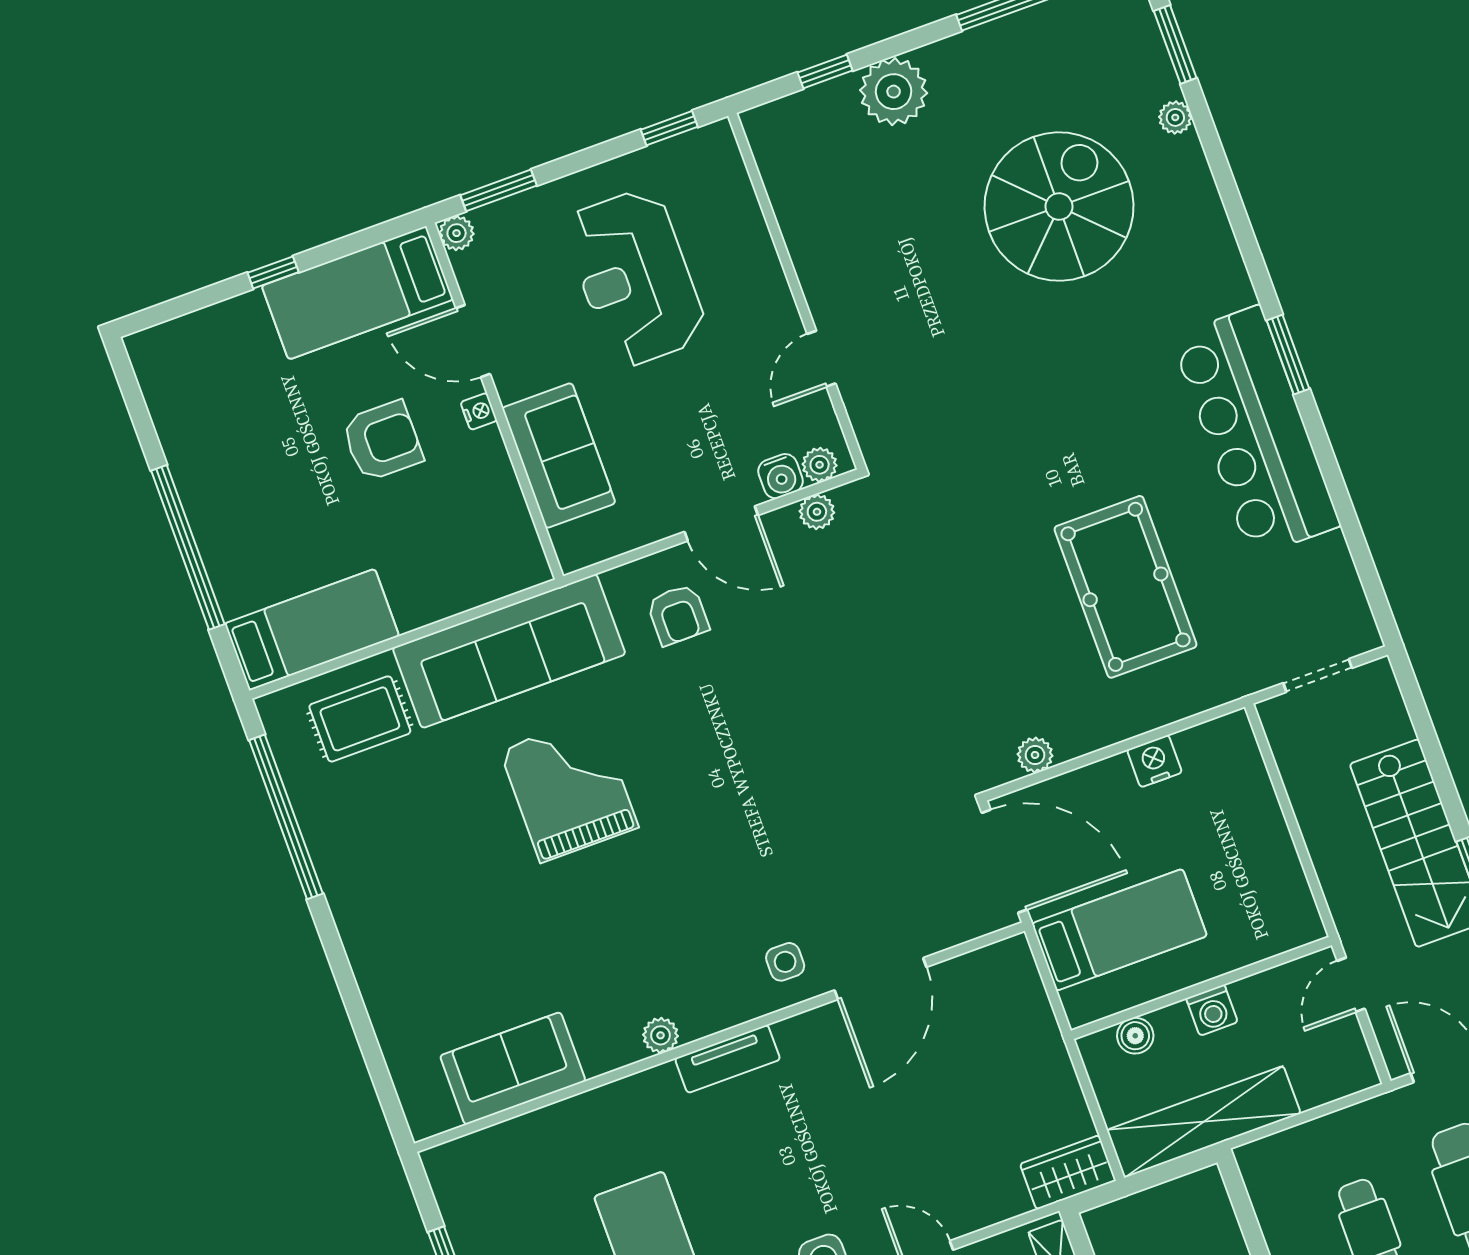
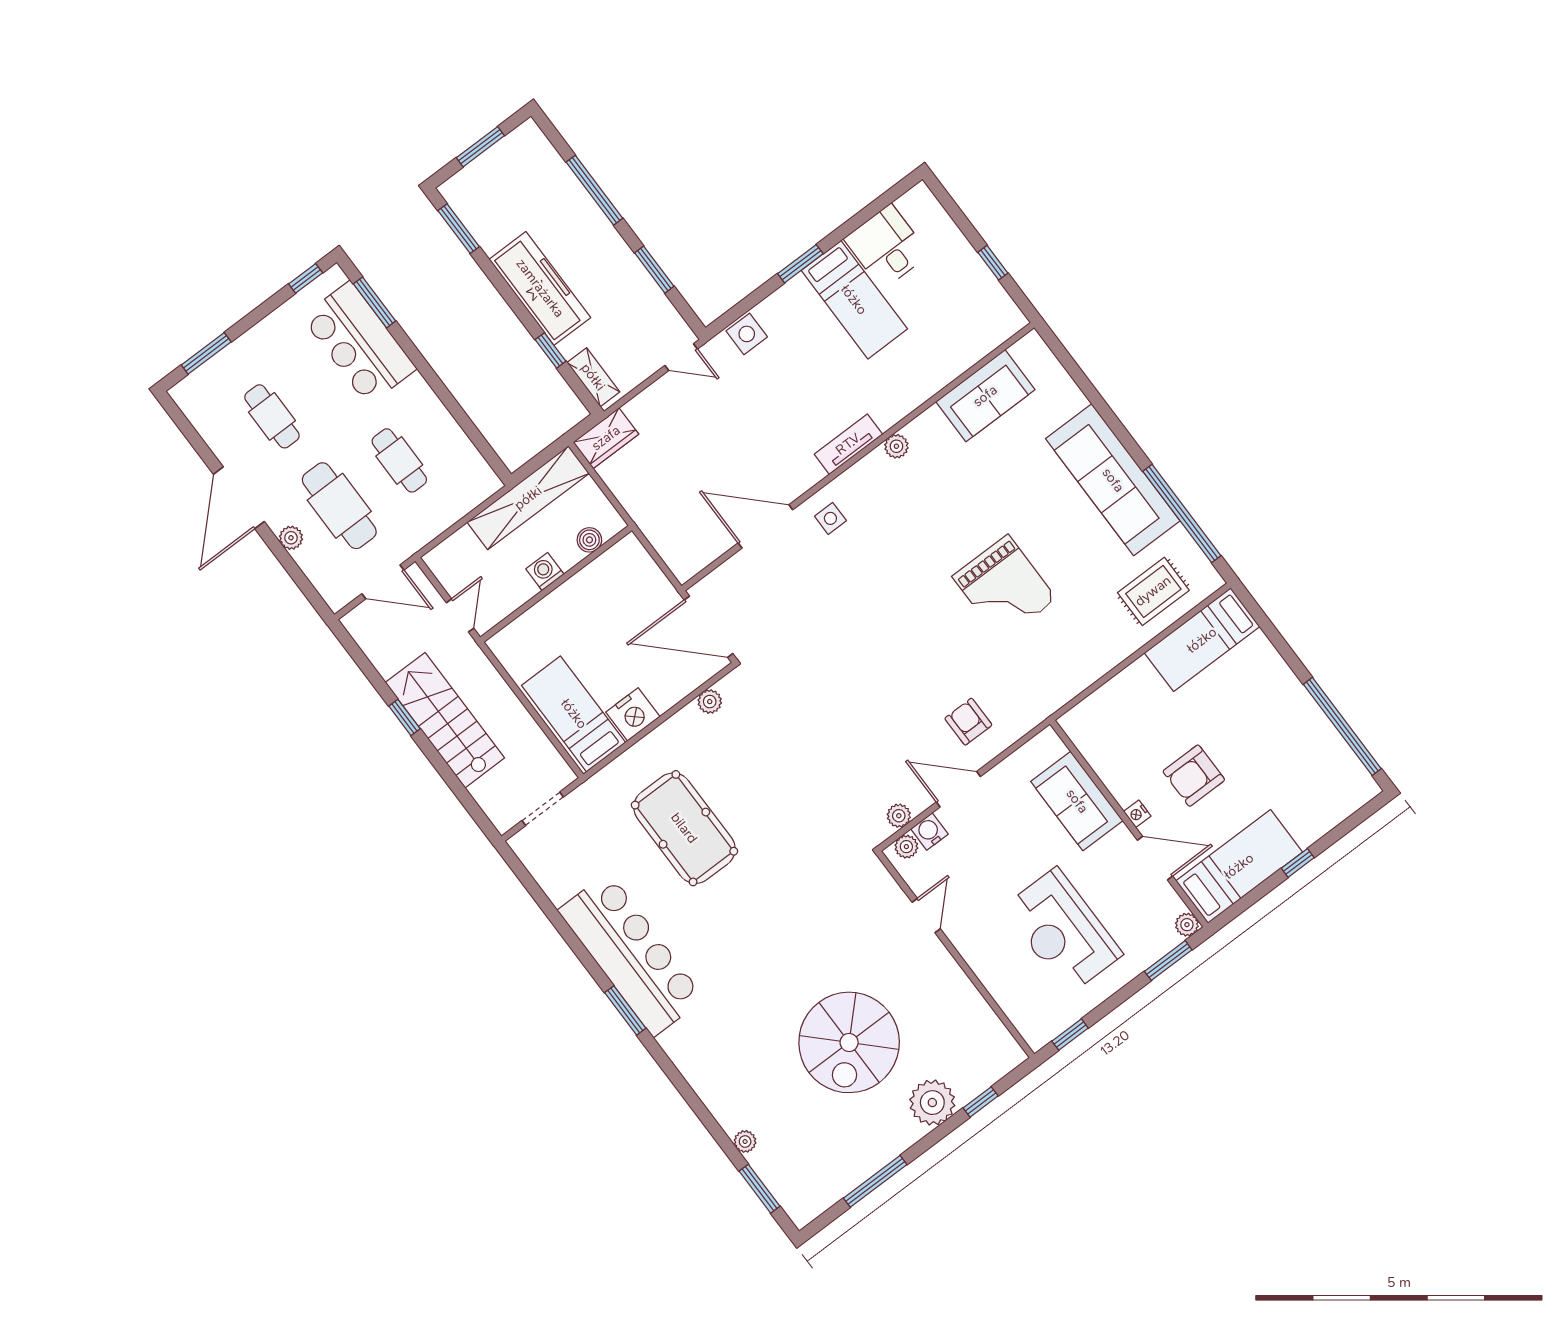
spiral stairs: (1059, 207) -> (849, 1042), moved
reception desk: (635, 278) -> (1063, 931), turned 180
window: (188, 547) -> (1342, 726), moved
sofa: (509, 651) -> (1113, 480), moved, turned -90
nightstand: (1154, 761) -> (633, 714), width x1.36, depth x1.33
bed: (1119, 930) -> (574, 714), moved, turned 90
door: (881, 979) -> (765, 526), hinge flipped

